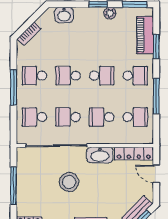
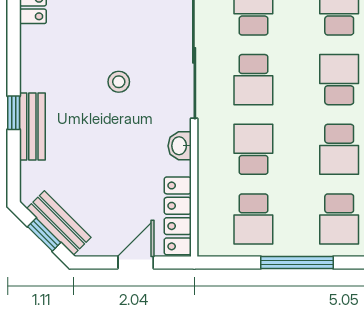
school desk: (68, 117) -> (253, 80), turned 180
washbasin: (100, 155) -> (180, 146), width x0.52, depth x0.69
stool: (69, 182) -> (119, 82), width x0.53, depth x0.53

